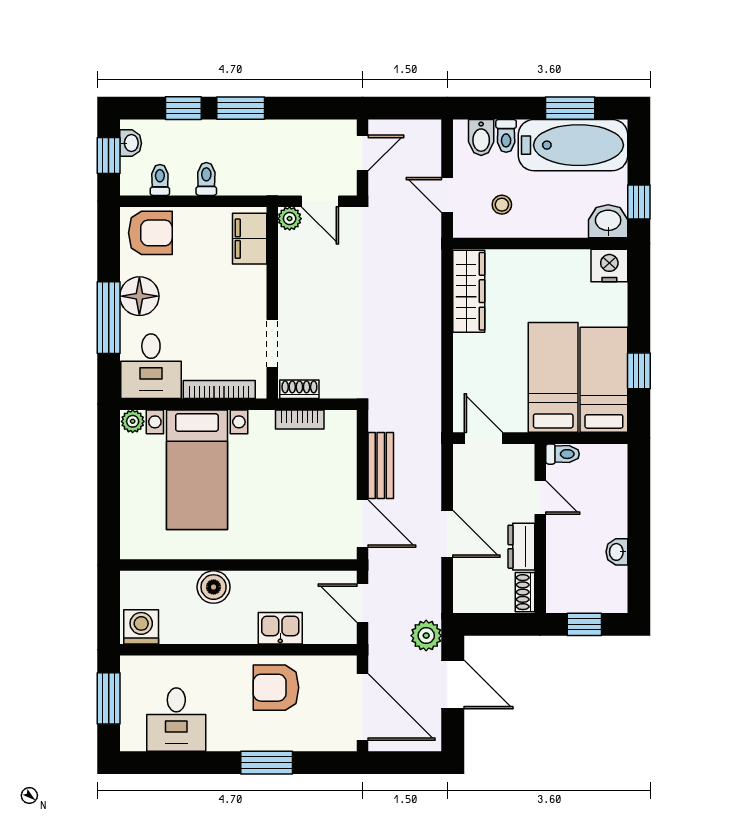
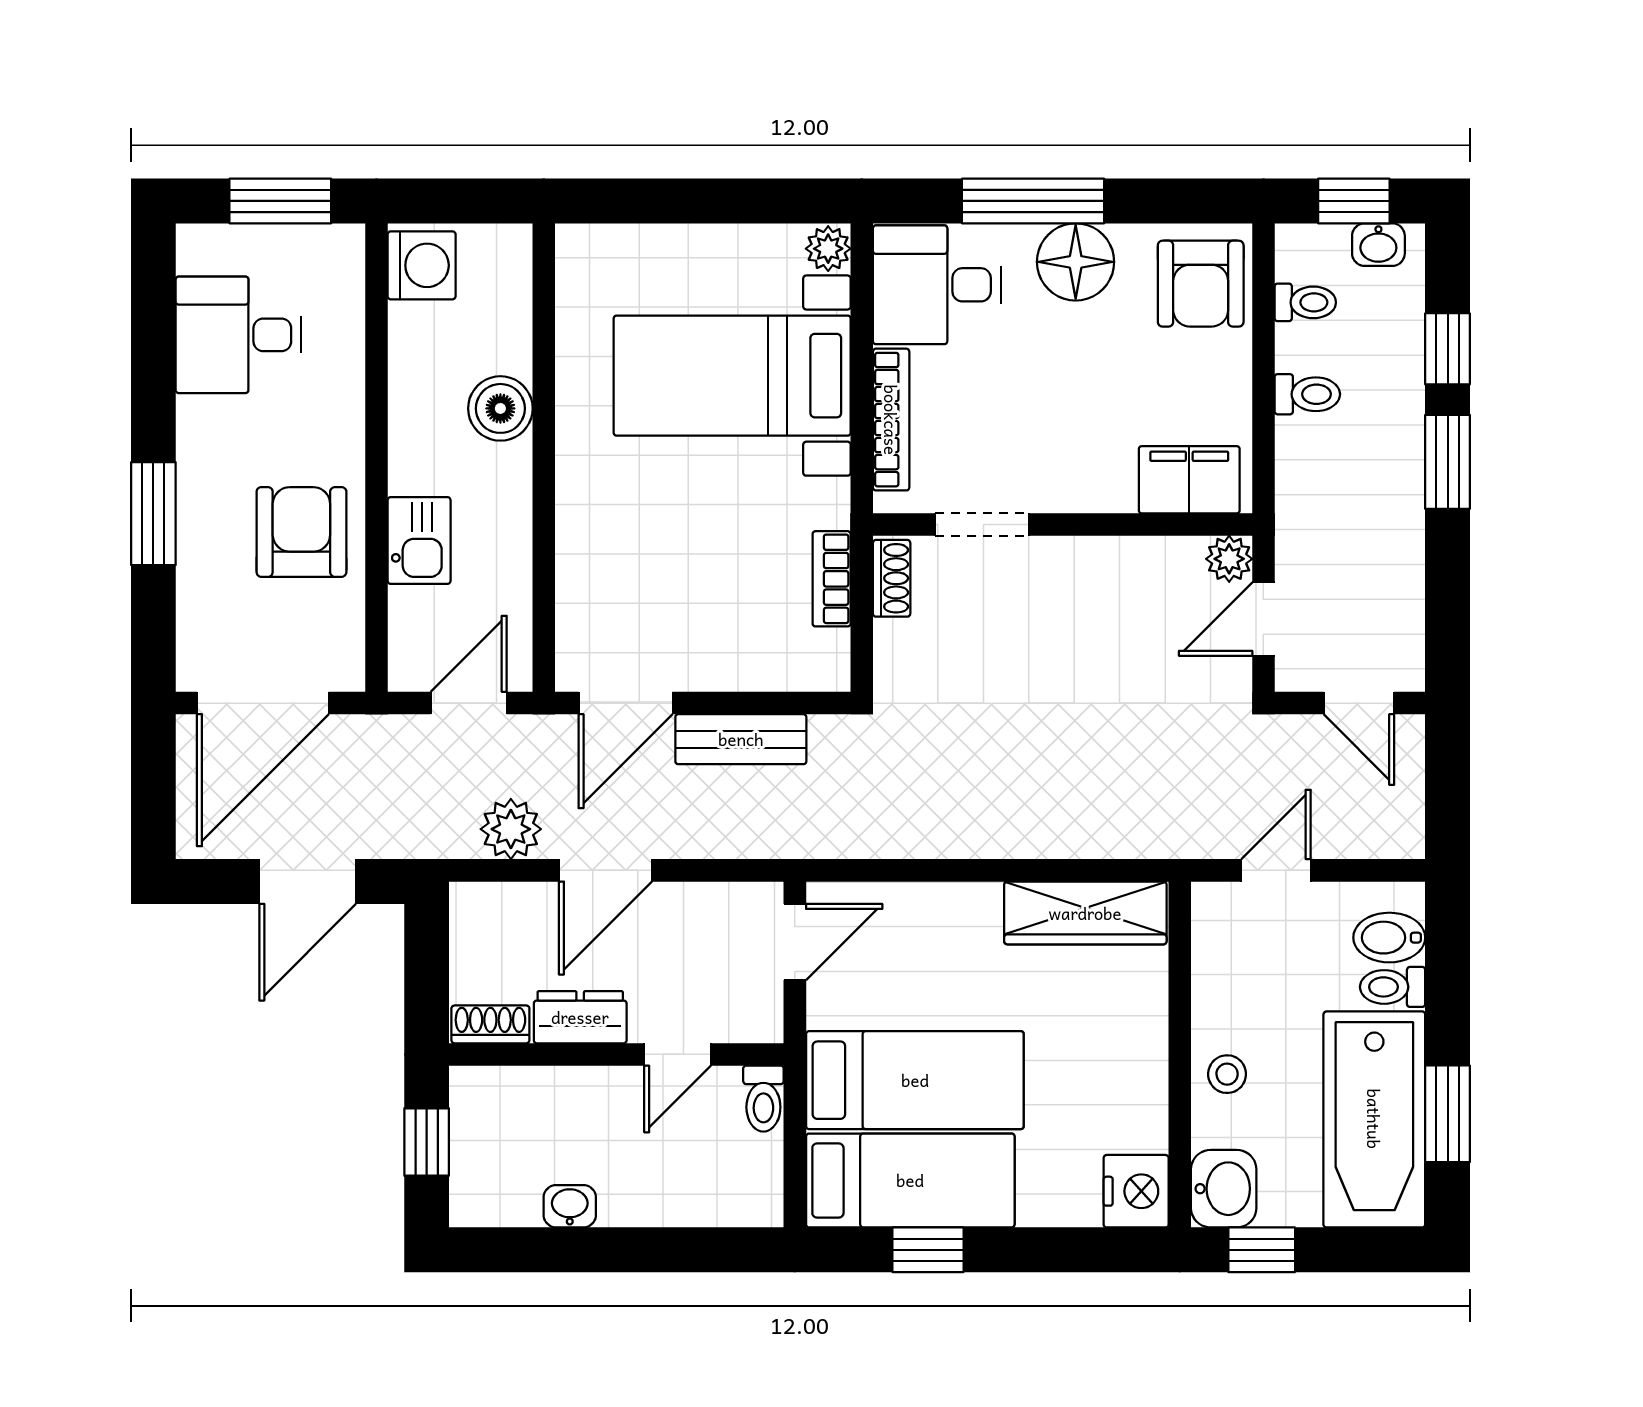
stool: (502, 205) -> (1227, 1074), moved
plant: (426, 636) -> (511, 829), moved

